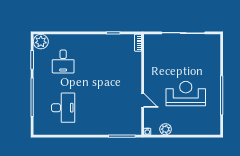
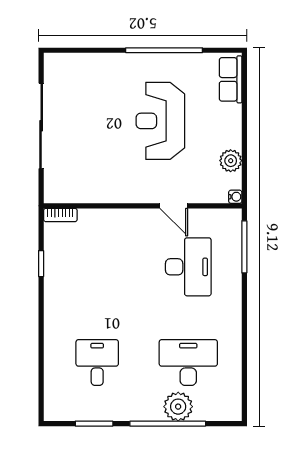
plant: (41, 42) -> (178, 407), moved
desk: (63, 61) -> (97, 363), turned -90
door: (143, 100) -> (174, 206), swing flipped
desk: (112, 108) -> (188, 267), added
row of seats: (207, 129) -> (231, 79), added

